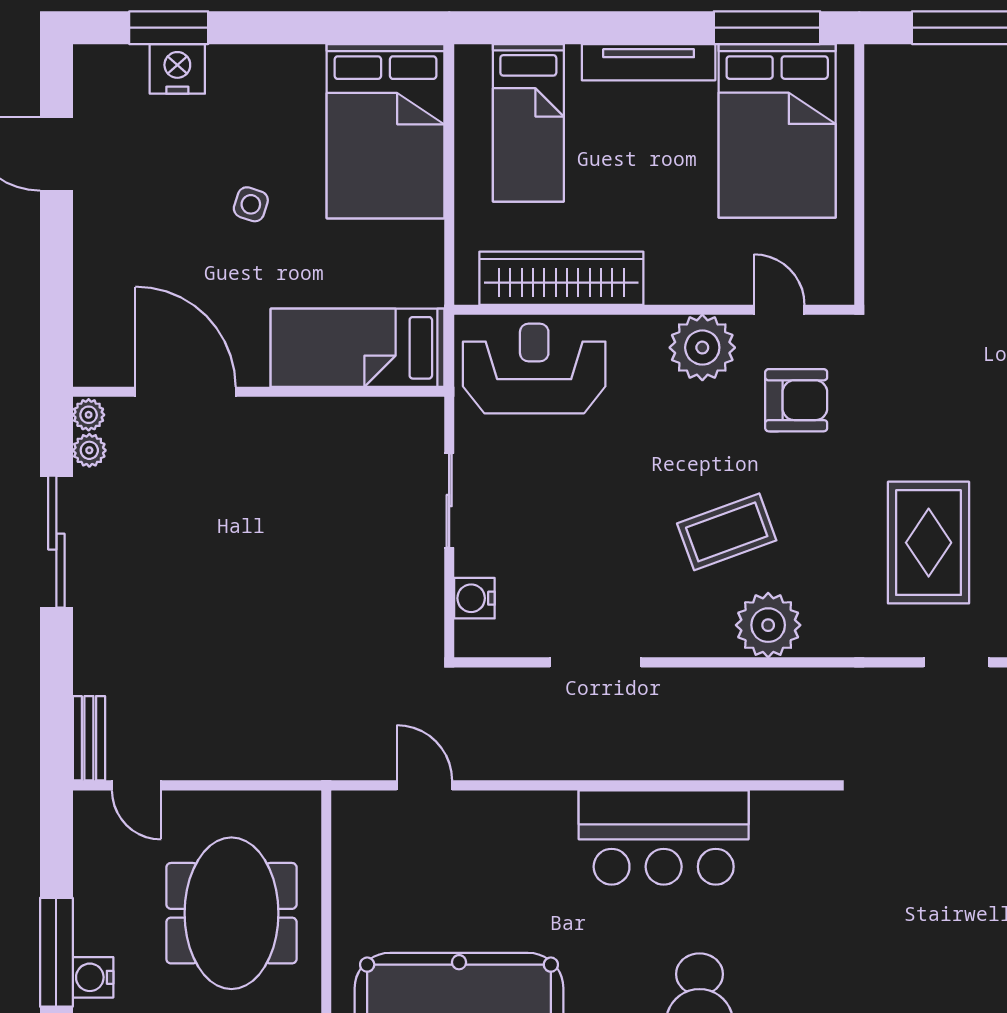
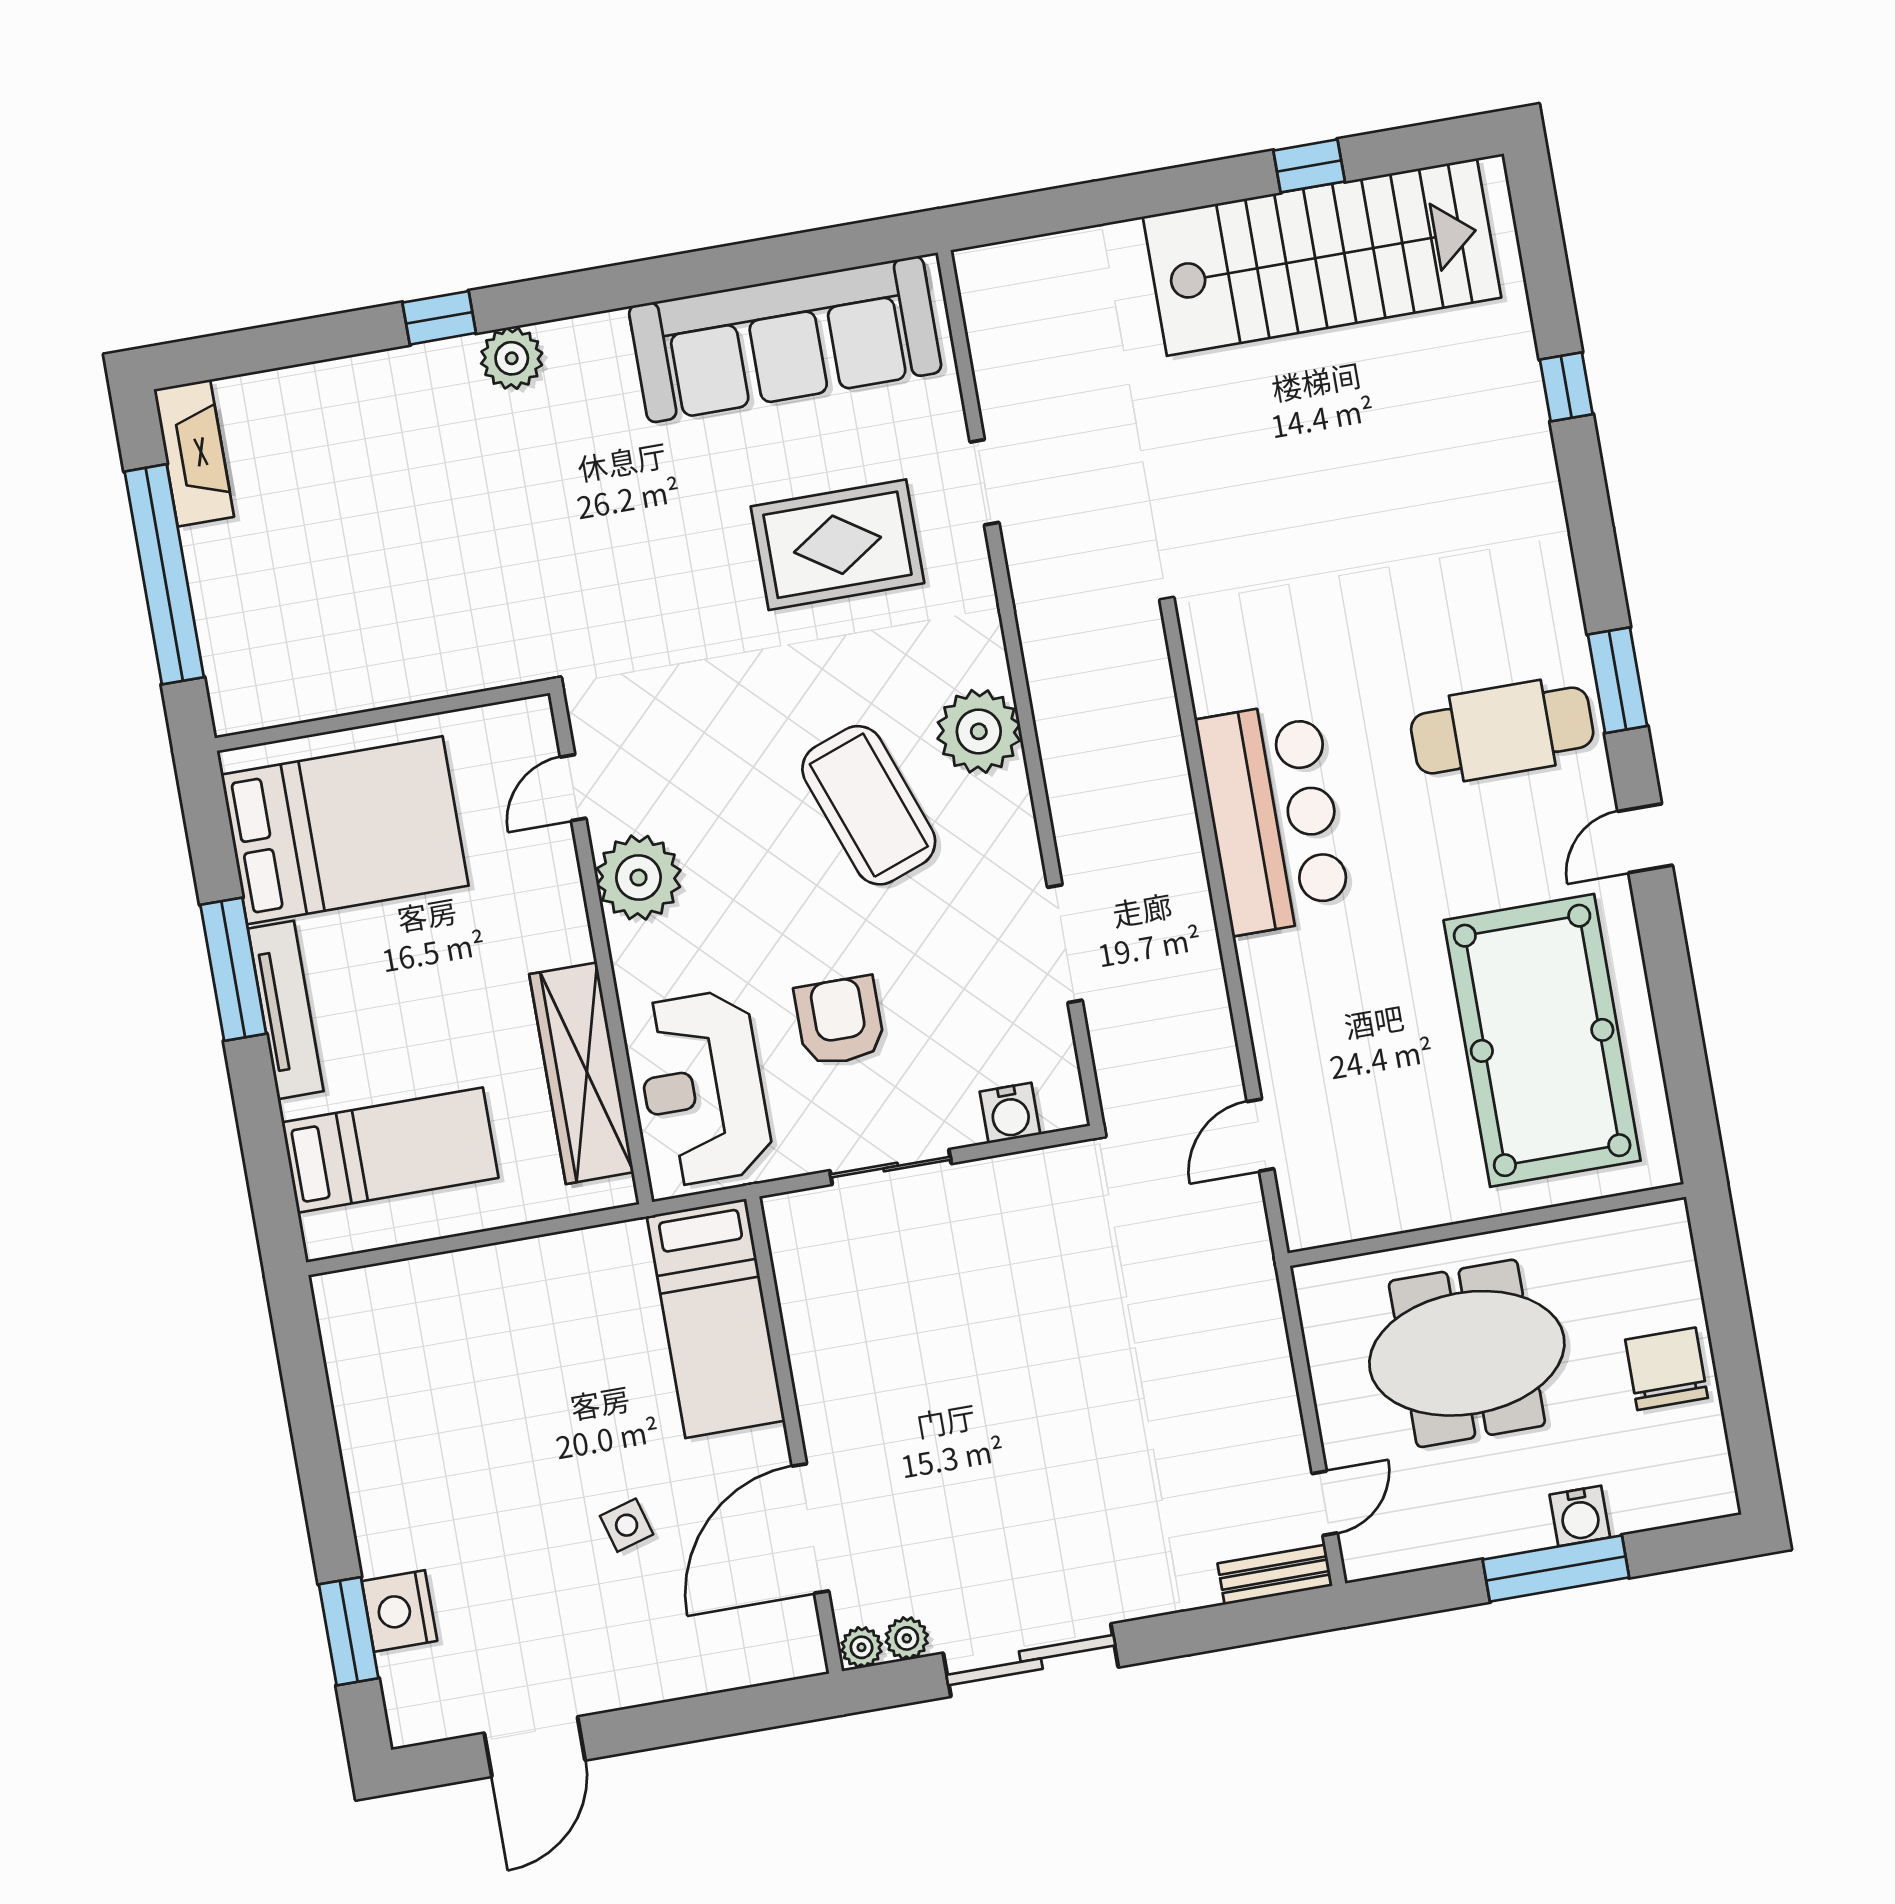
window: (767, 28) -> (233, 969), moved
bed: (385, 131) -> (433, 1331), removed
side table: (251, 204) -> (627, 1525), moved, turned -34
armchair: (796, 400) -> (840, 1021), moved
coffee table: (727, 532) -> (869, 805), width x1.36, depth x1.32

